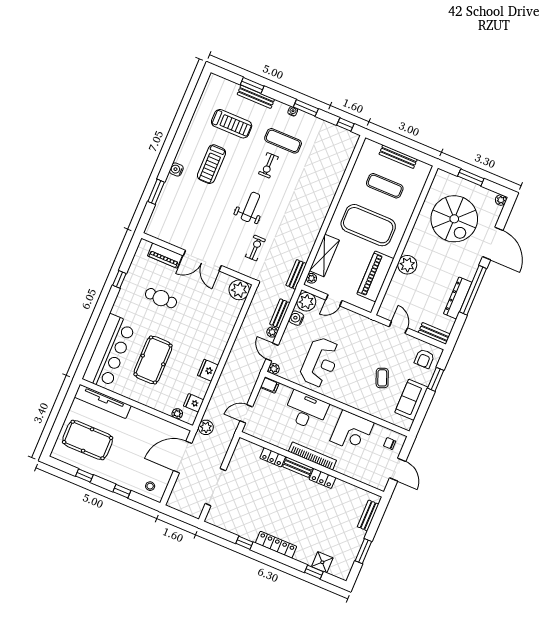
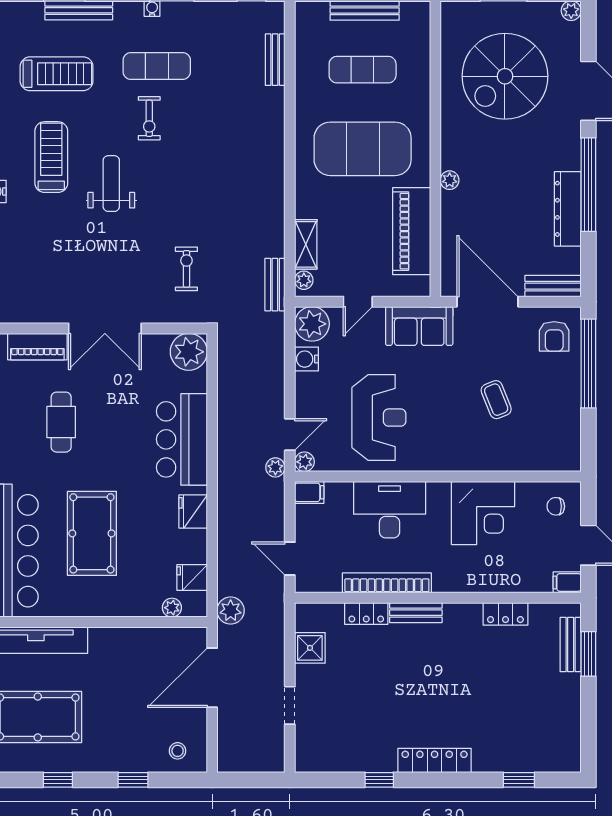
treadmill: (211, 164) -> (51, 157), turned 180
weight bench: (250, 207) -> (111, 184), moved
spiral stairs: (454, 219) -> (505, 76), turned 90
shelving: (324, 255) -> (306, 244), width x0.67, depth x0.75
plant: (407, 265) -> (450, 180), width x0.53, depth x0.53
cafe table: (161, 298) -> (61, 422), turned 90
bench: (280, 313) -> (275, 60), moved
door: (398, 327) -> (487, 302), width x1.87
bar counter: (217, 332) -> (182, 439), added
plant: (272, 332) -> (275, 467), moved
door: (272, 352) -> (290, 435), swing flipped
window: (436, 379) -> (588, 364), width x2.11
sofa: (411, 400) -> (419, 326), moved, turned -90
door: (246, 414) -> (290, 559), hinge flipped
bookcase: (312, 456) -> (387, 583), moved
locker: (322, 478) -> (505, 614), moved
filing cabinet: (379, 484) -> (567, 582), added
doorway: (215, 487) -> (290, 705), width x0.53
window: (363, 551) -> (588, 654), moved
shower: (322, 562) -> (310, 648), moved

